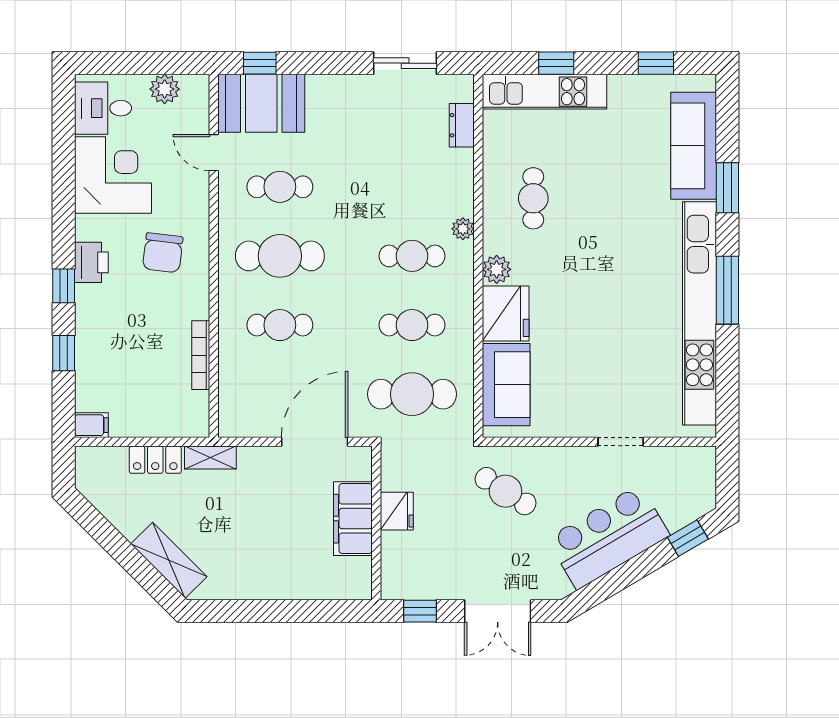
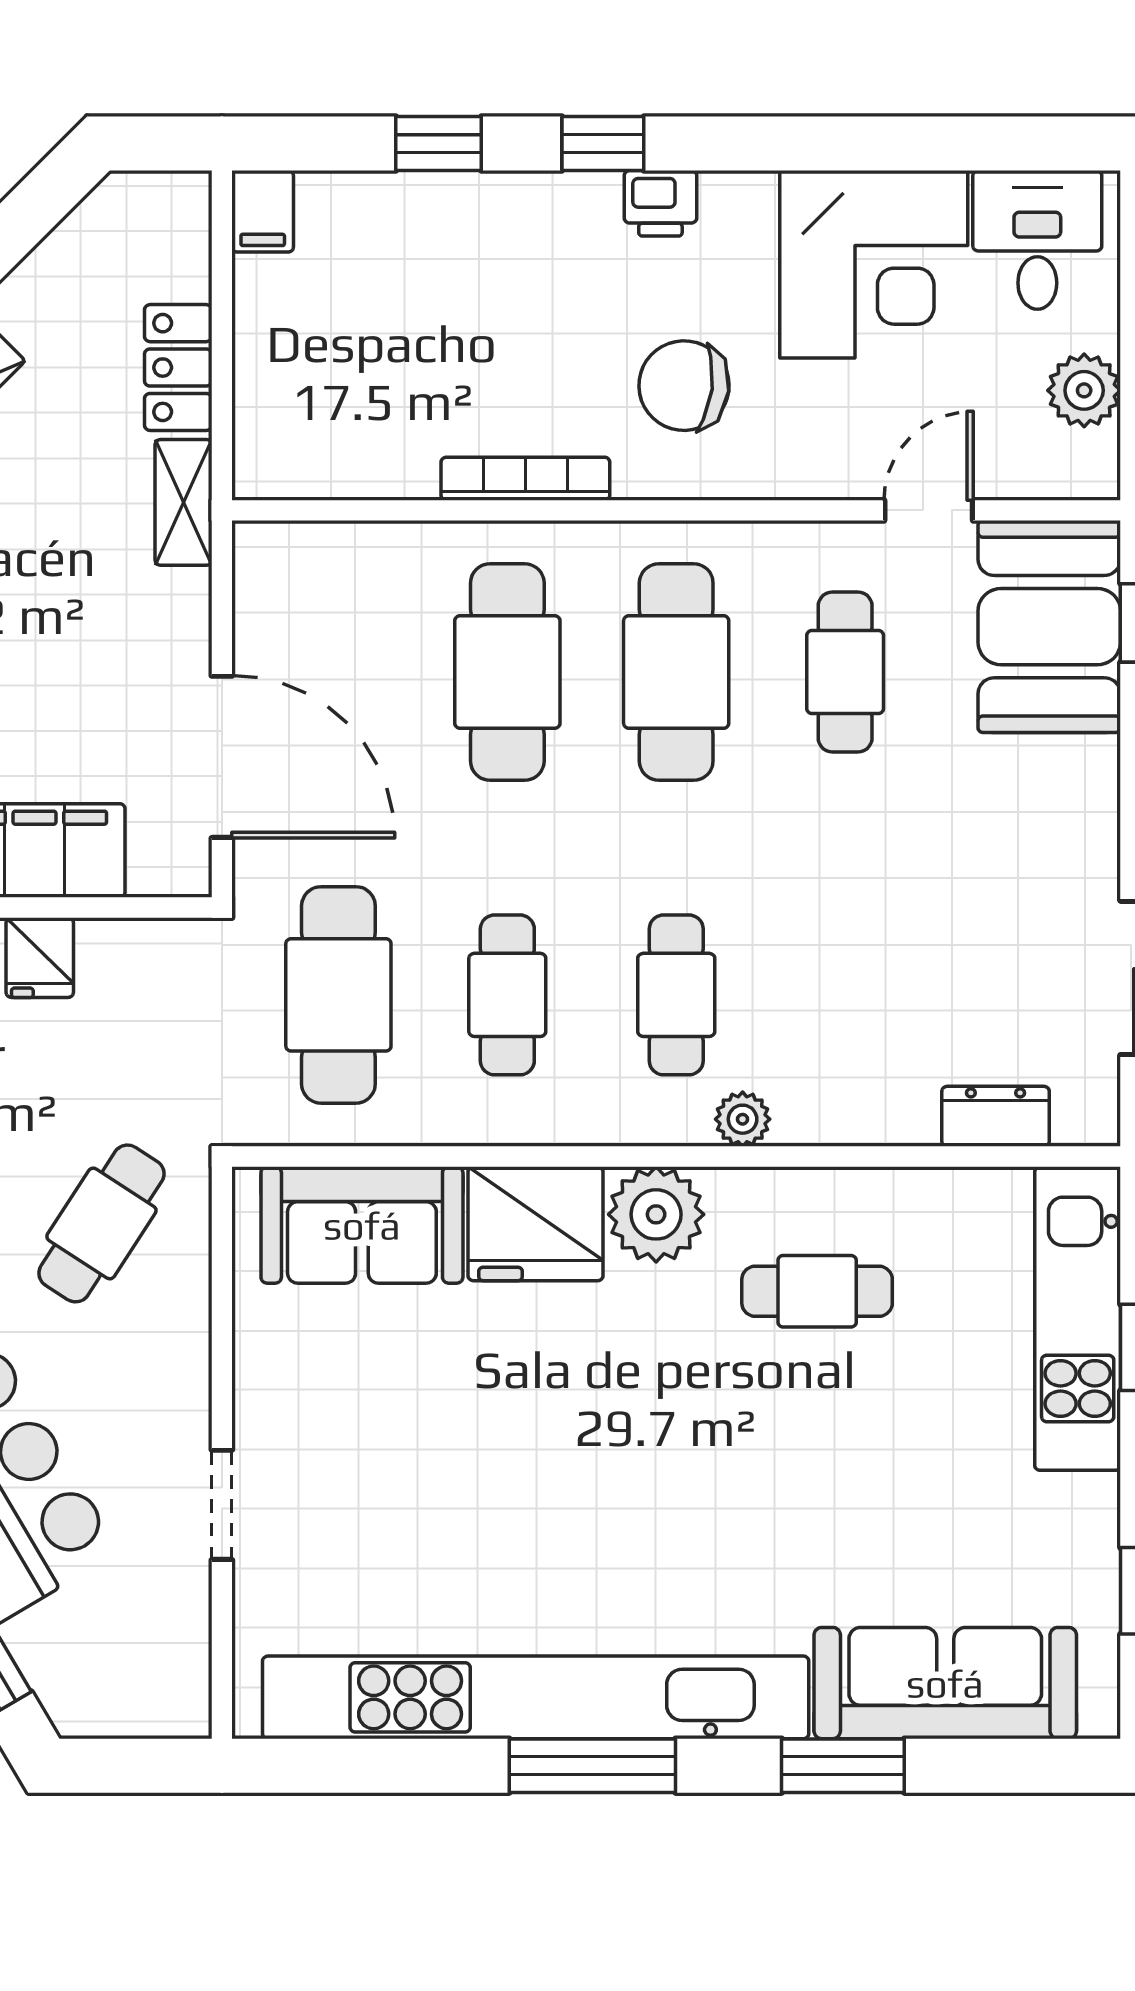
printer: (91, 262) -> (660, 203), width x0.73, depth x0.81
plant: (497, 269) -> (656, 1214), width x1.36, depth x1.36
cafe table: (280, 325) -> (507, 672), width x1.37, depth x1.35
bookcase: (201, 355) -> (525, 479), moved
fridge: (397, 511) -> (40, 958), width x0.72

